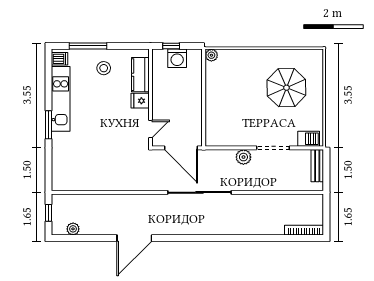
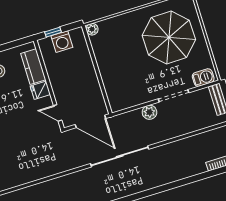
parasol: (286, 88) -> (169, 38), width x1.36, depth x1.36
door: (150, 129) -> (58, 113), swing flipped

